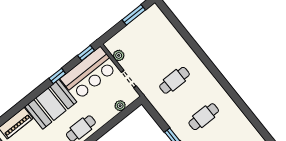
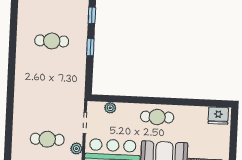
cafe table: (174, 80) -> (47, 139), moved

